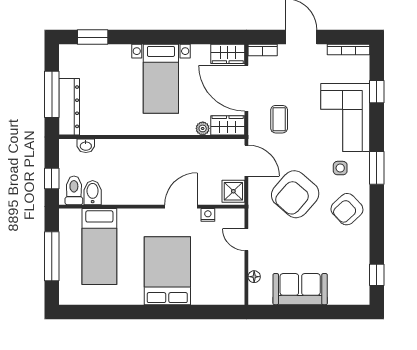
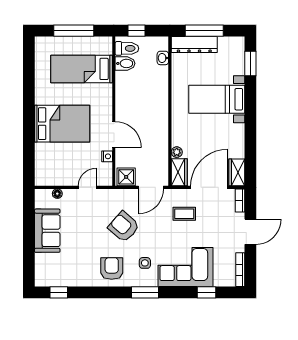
bed with nightstands: (161, 79) -> (217, 99), moved
armchair: (295, 194) -> (124, 227), width x0.73, depth x0.73
armchair: (347, 209) -> (112, 268), turned 43

